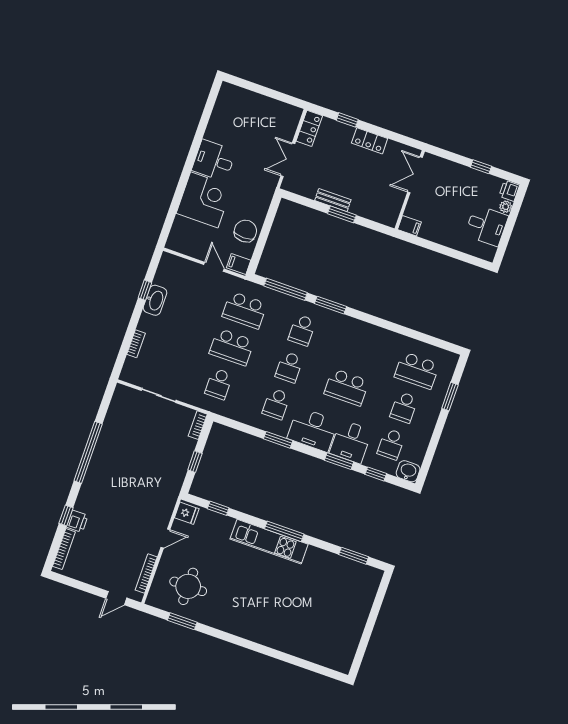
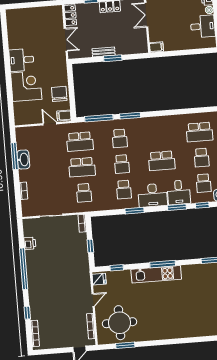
double door: (288, 160) -> (66, 40), swing flipped
window: (145, 290) -> (15, 156), width x2.17
printer: (77, 521) -> (30, 243), moved
round table: (188, 586) -> (120, 323), width x1.36, depth x1.36

